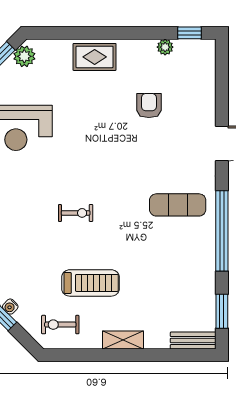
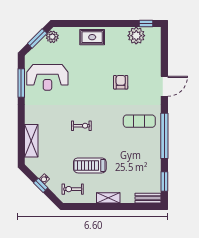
plant: (165, 47) -> (136, 36), width x1.87, depth x1.87
armchair: (149, 106) -> (121, 82), moved
treadmill: (91, 283) -> (90, 165), turned 180

